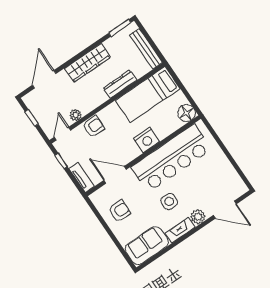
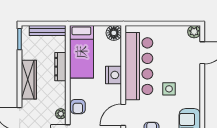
armchair: (94, 127) -> (78, 107), turned 180
plant: (198, 217) -> (194, 32), moved
fireplace: (180, 230) -> (195, 95), removed

